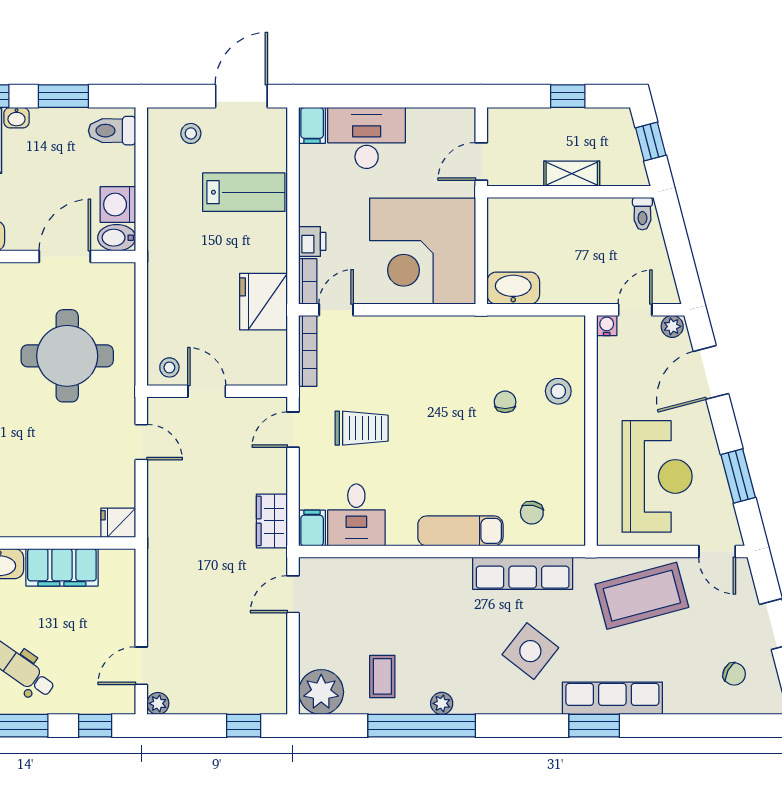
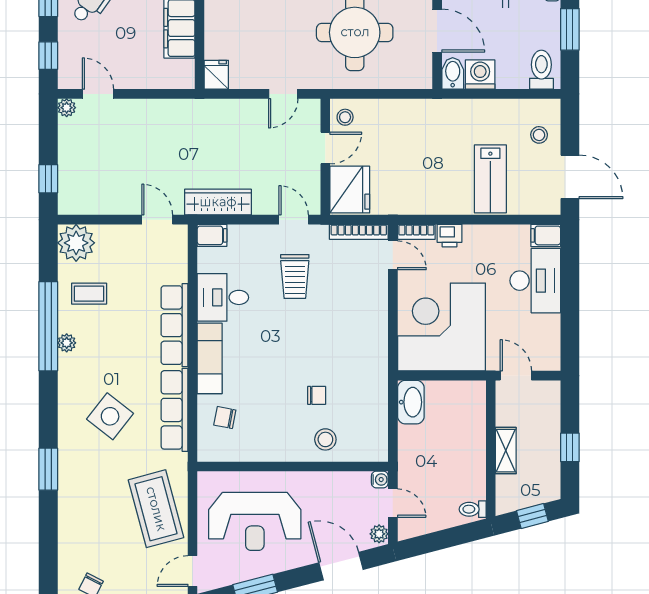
fridge: (263, 302) -> (350, 190), moved, turned 90
desk: (356, 515) -> (223, 297), moved
wardrobe: (272, 521) -> (218, 202), width x1.50
row of seats: (612, 698) -> (175, 325), moved, turned 180

